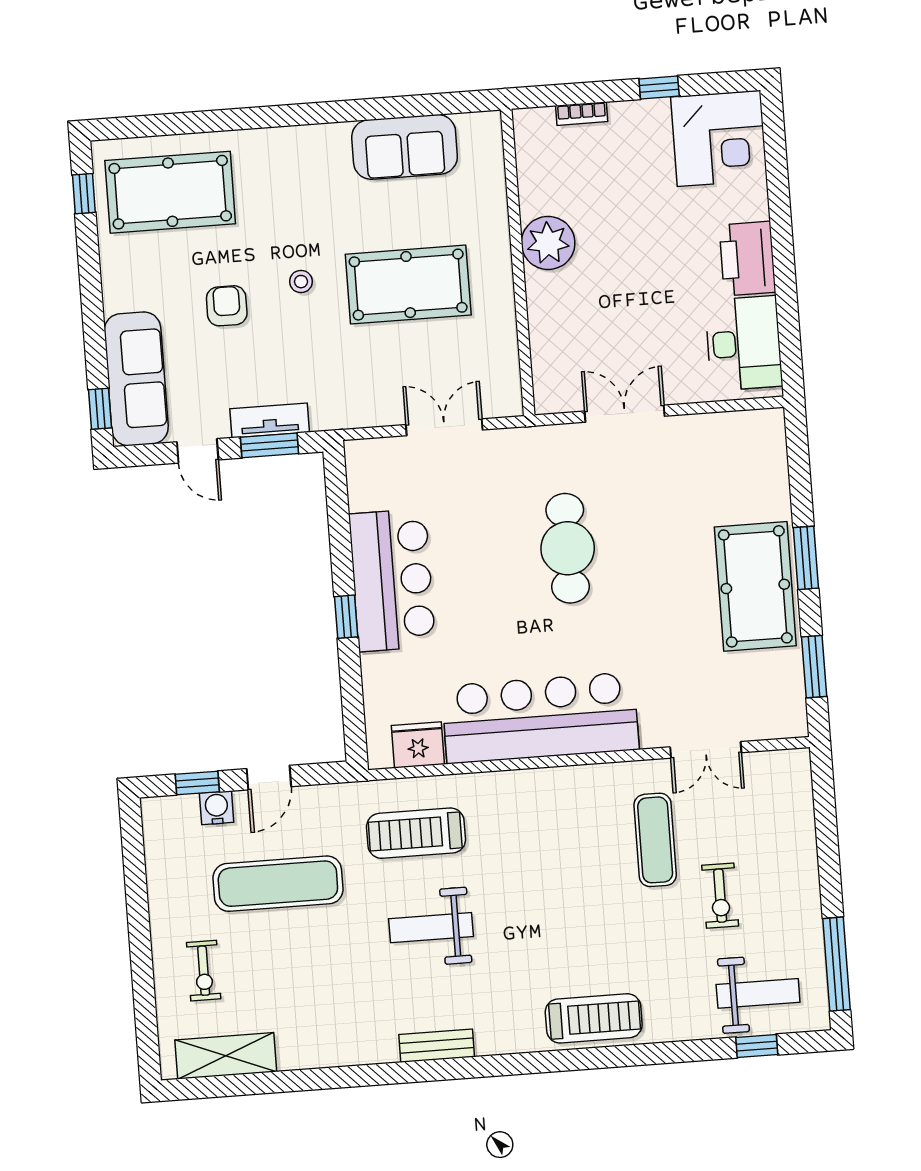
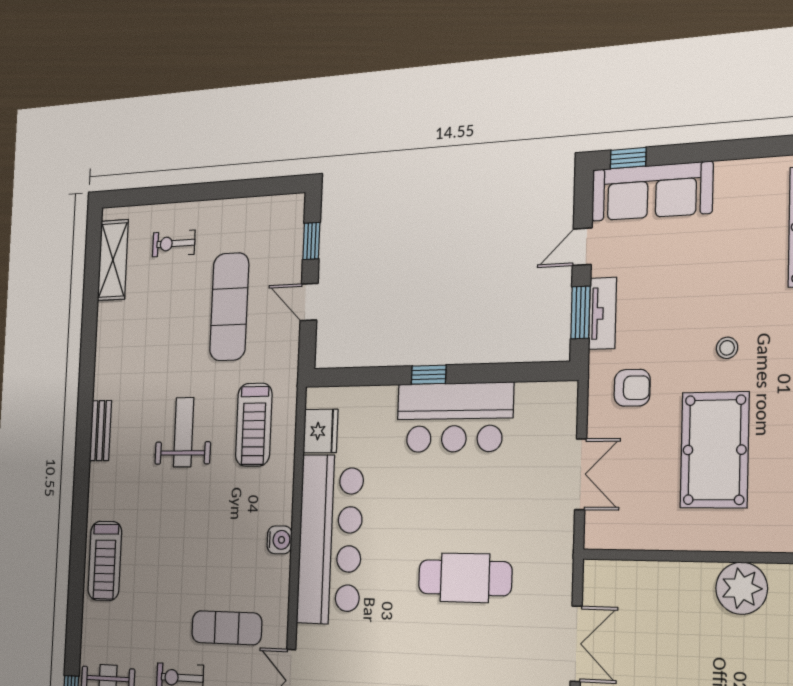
armchair: (227, 306) -> (632, 388), moved
water cooler: (217, 808) -> (280, 540), moved
treadmill: (416, 833) -> (254, 425), turned 180

